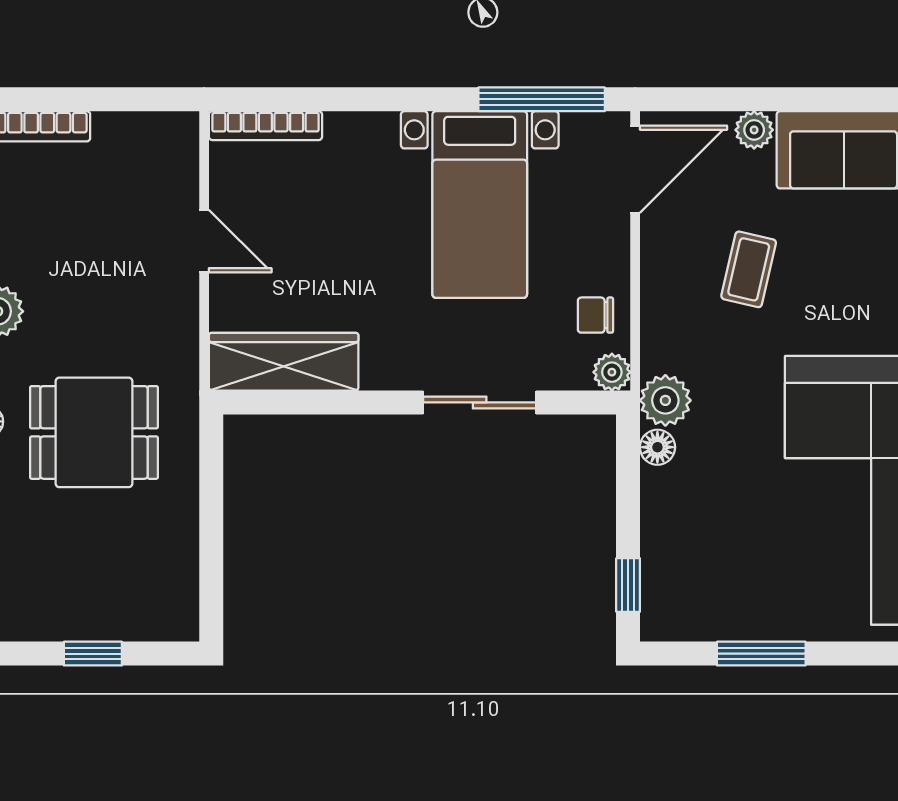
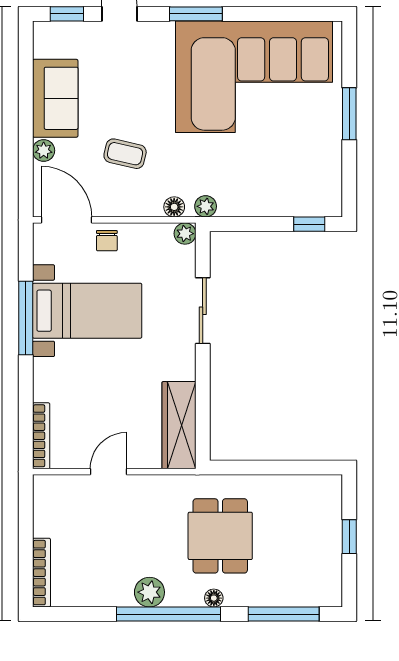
window: (542, 99) -> (26, 318), moved
chair: (595, 315) -> (107, 241), moved
plant: (665, 400) -> (206, 206), width x0.73, depth x0.73
floor lamp: (657, 447) -> (174, 207), moved
window: (761, 654) -> (349, 114), moved

